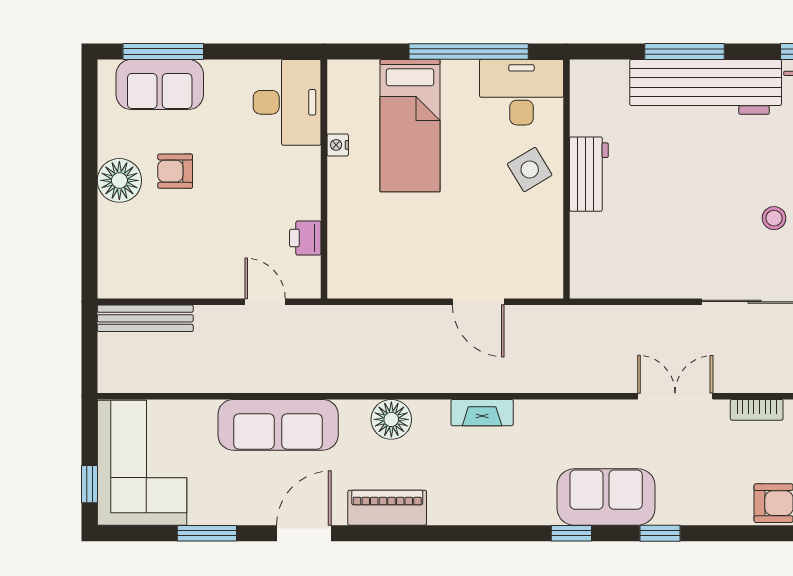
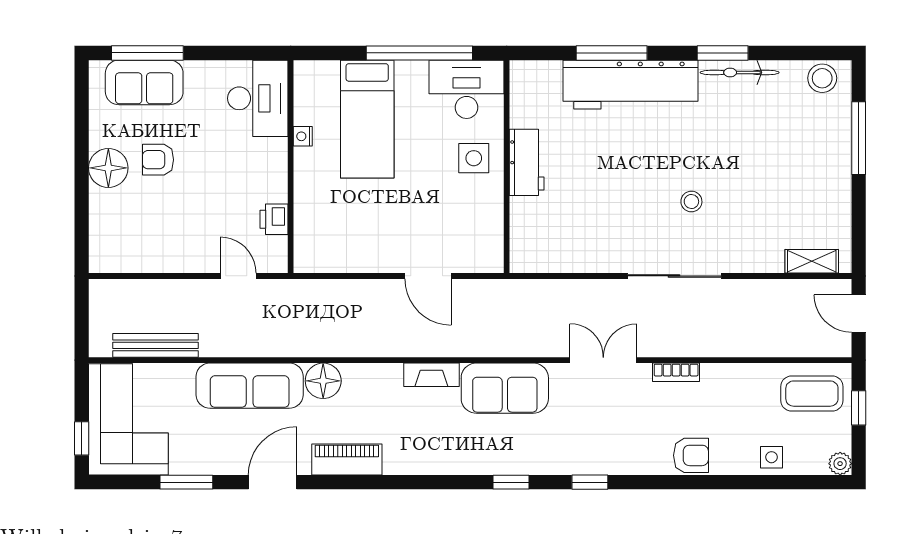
side table: (530, 169) -> (474, 158), turned 31
bench: (145, 318) -> (156, 345), moved
floor lamp: (391, 419) -> (323, 381), moved
sofa: (606, 497) -> (505, 388), moved, turned 180

